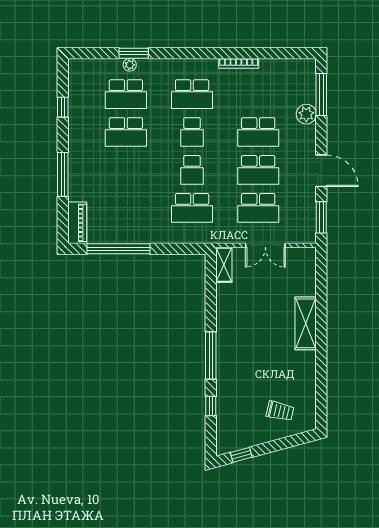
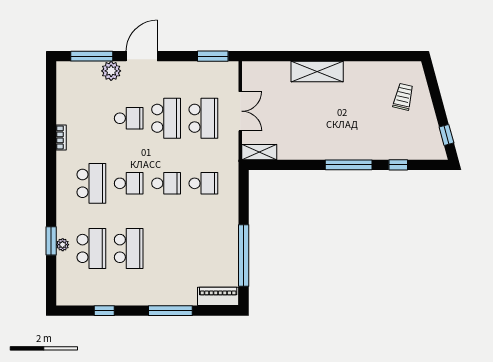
bookcase: (239, 63) -> (61, 137), width x0.64
school desk: (258, 132) -> (129, 118), width x0.54
door: (321, 171) -> (142, 56), moved
school desk: (192, 208) -> (203, 183), width x0.54

